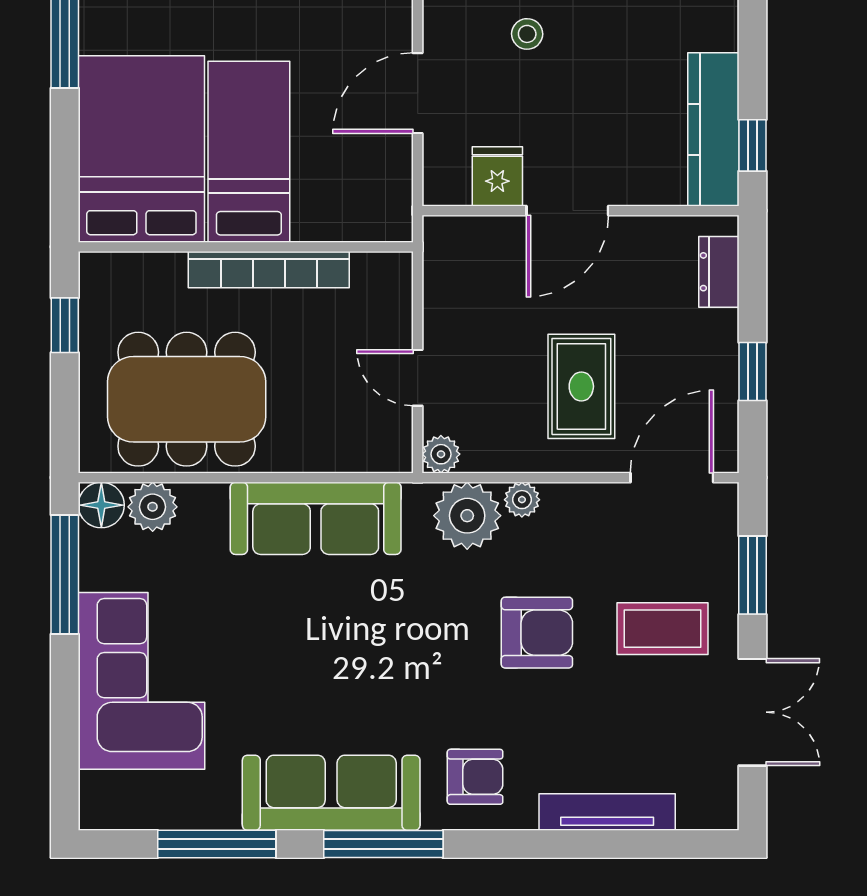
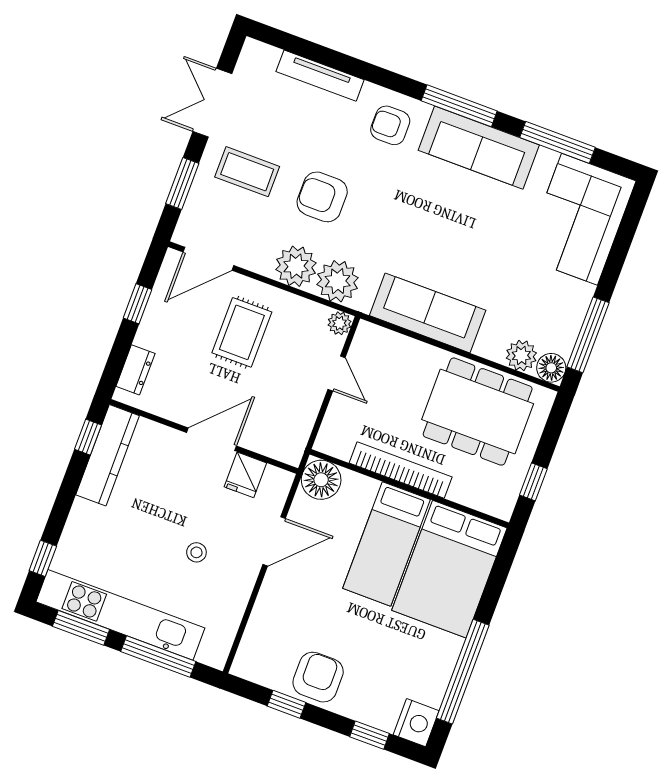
floor lamp: (382, 211) -> (321, 480), added
plant: (522, 500) -> (296, 266), width x1.88, depth x1.88
corner sofa: (142, 681) -> (579, 219), moved

